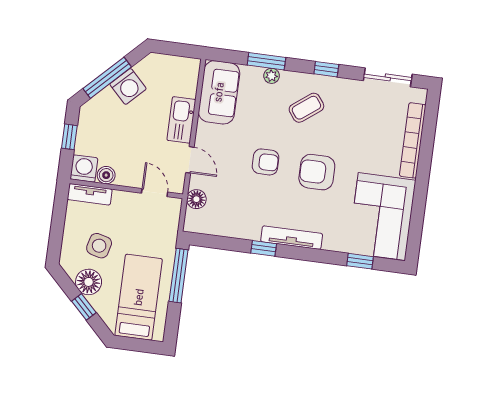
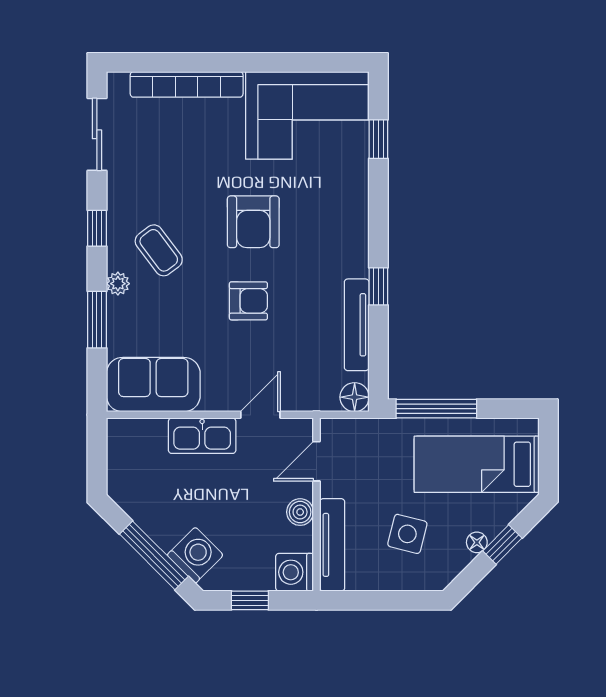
plant: (272, 76) -> (118, 284), moved
washing machine: (128, 86) -> (195, 555), moved
armchair: (266, 162) -> (248, 301), turned 90
boiler: (106, 175) -> (300, 512), moved
tv unit: (90, 194) -> (332, 545), width x1.41
floor lamp: (196, 199) -> (355, 397), moved
tv unit: (292, 238) -> (357, 325), moved
floor lamp: (89, 282) -> (477, 542), width x0.53, depth x0.53

